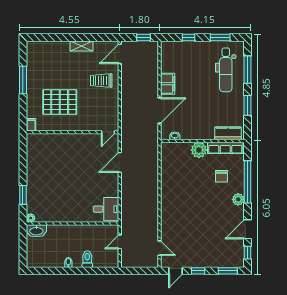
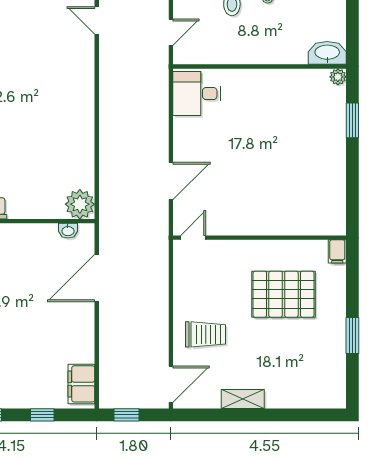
window: (23, 80) -> (352, 335), width x0.69
filing cabinet: (168, 84) -> (81, 384), moved
plant: (199, 150) -> (80, 204), moved

